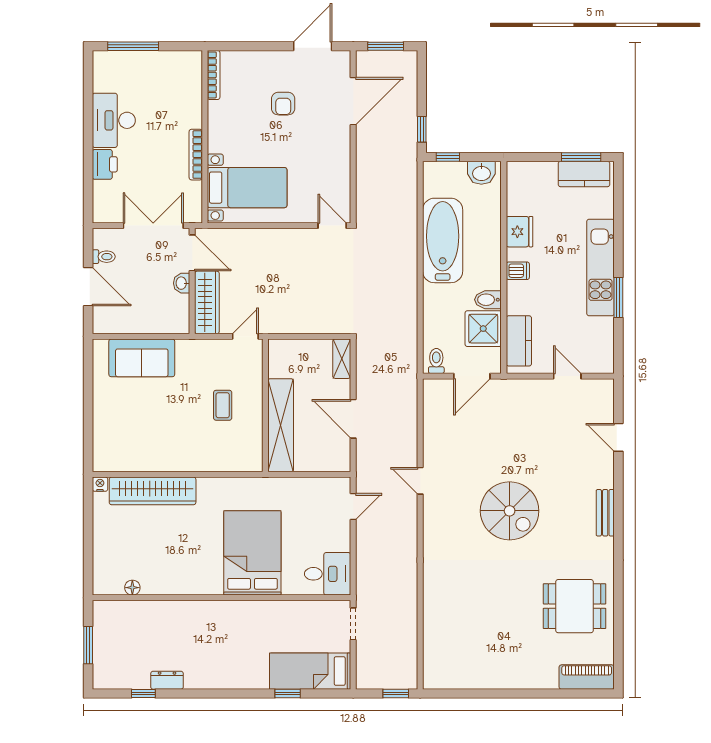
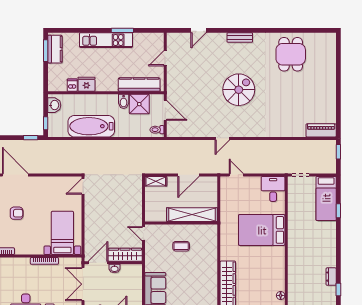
dishwasher: (518, 271) -> (72, 85), moved
kitchen counter: (519, 341) -> (139, 85), width x1.50
piano: (587, 677) -> (321, 130), moved, turned 90

